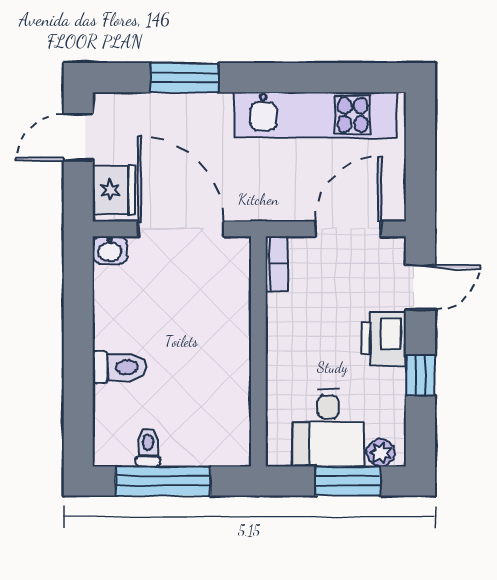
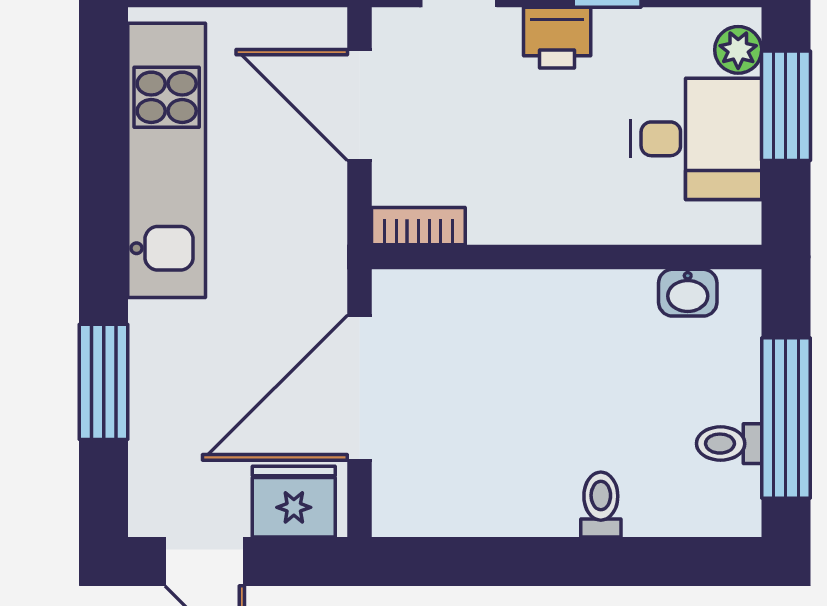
washbasin: (110, 250) -> (688, 293), moved, turned 90
printer: (384, 338) -> (557, 38), width x0.73, depth x0.81
toilet: (119, 367) -> (601, 505), width x0.73, depth x0.72

